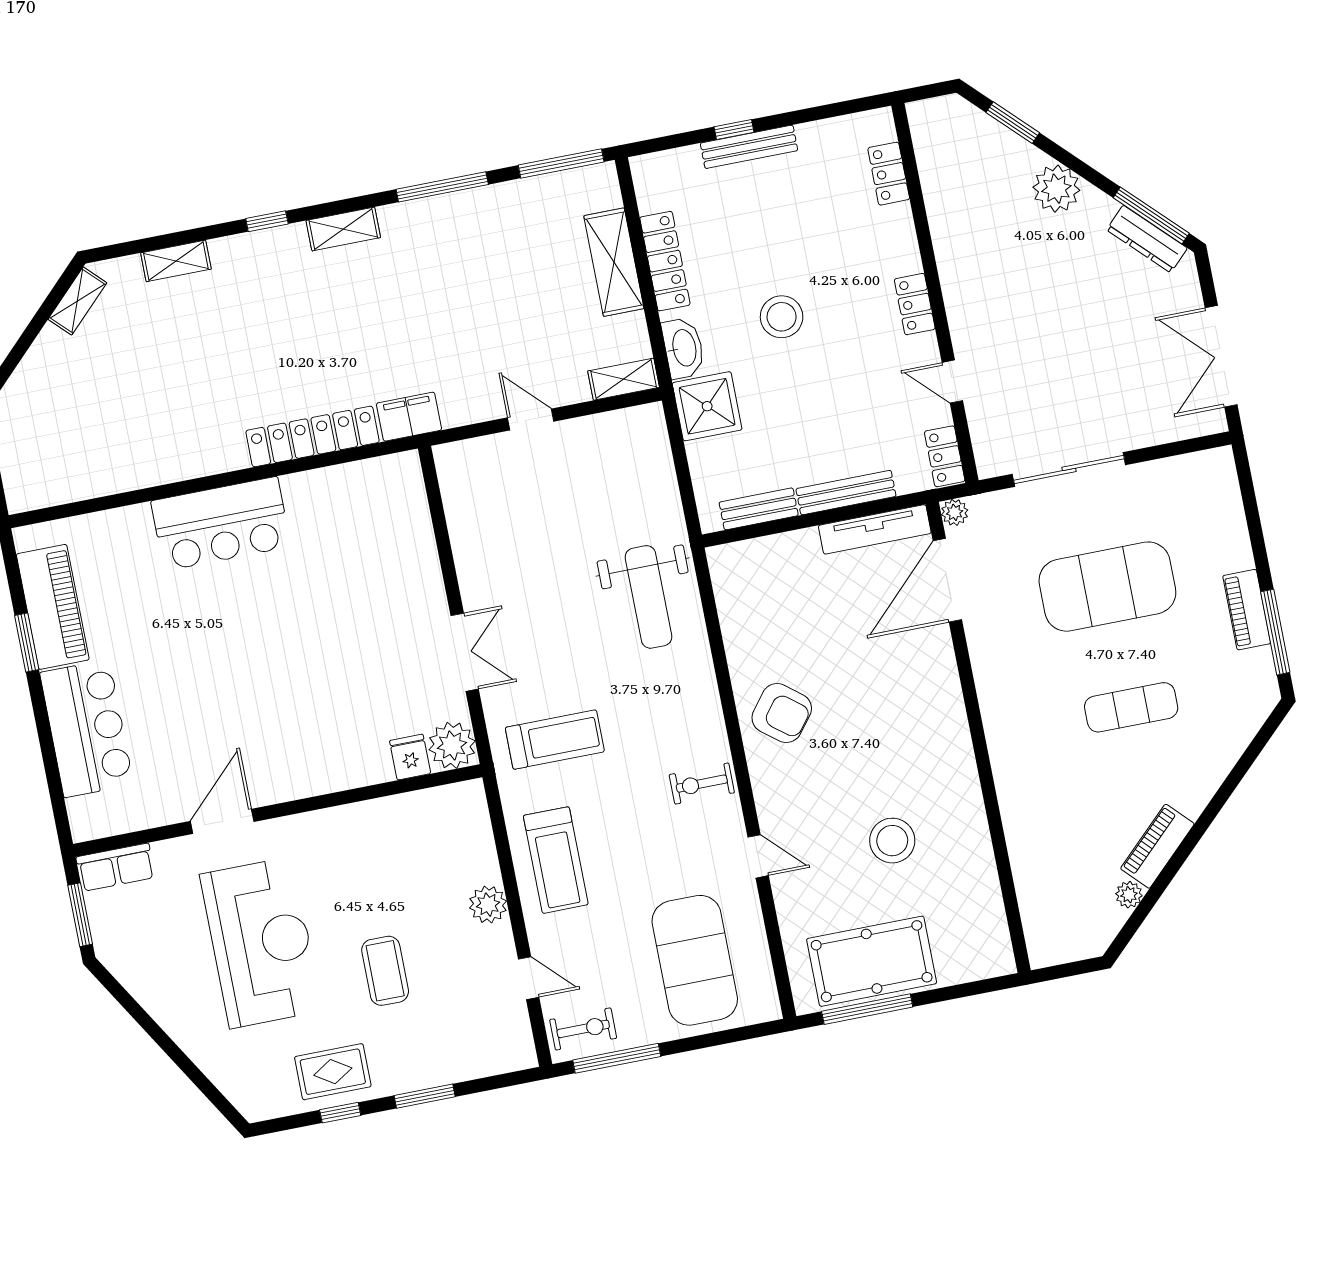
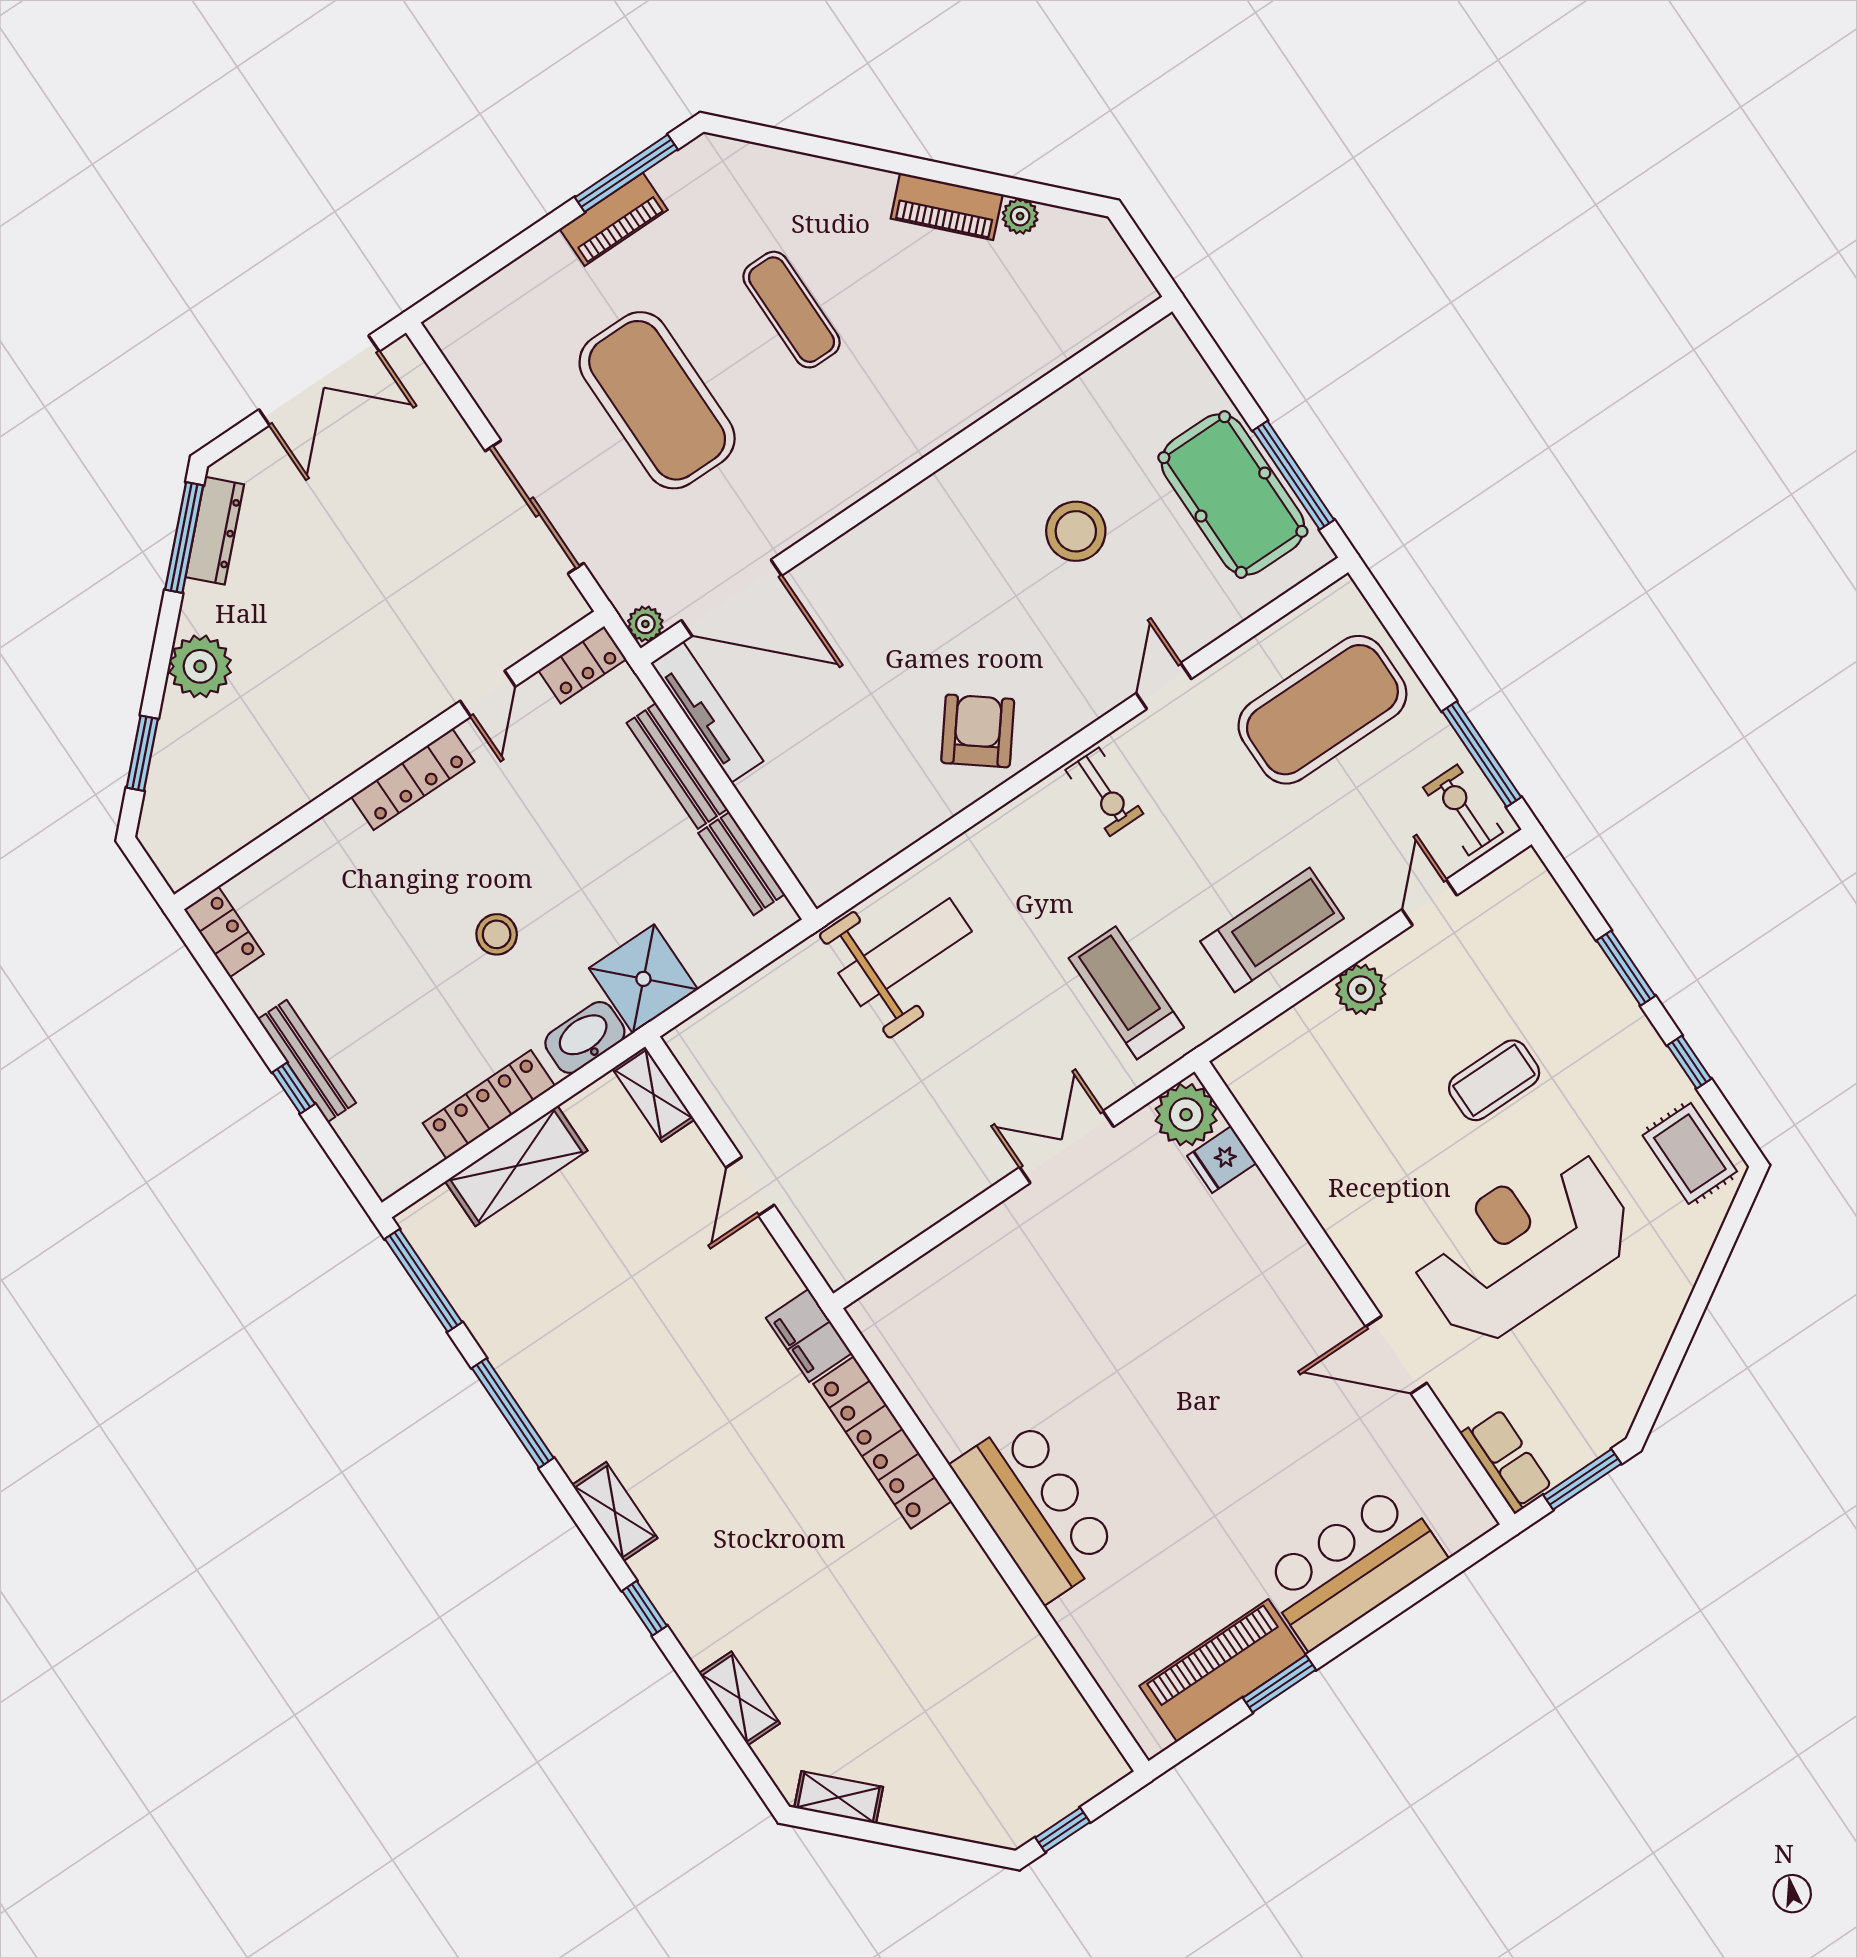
locker: (889, 174) -> (224, 932), moved, turned -90
locker: (915, 304) -> (413, 779), width x1.53
stool: (782, 317) -> (497, 934), width x0.73, depth x0.73
rug: (333, 1072) -> (1690, 1153), moved

